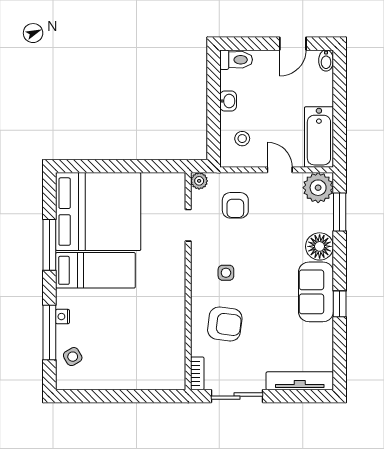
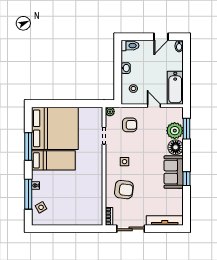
plant: (318, 188) -> (175, 131), moved
armchair: (235, 205) -> (130, 125), turned -90

